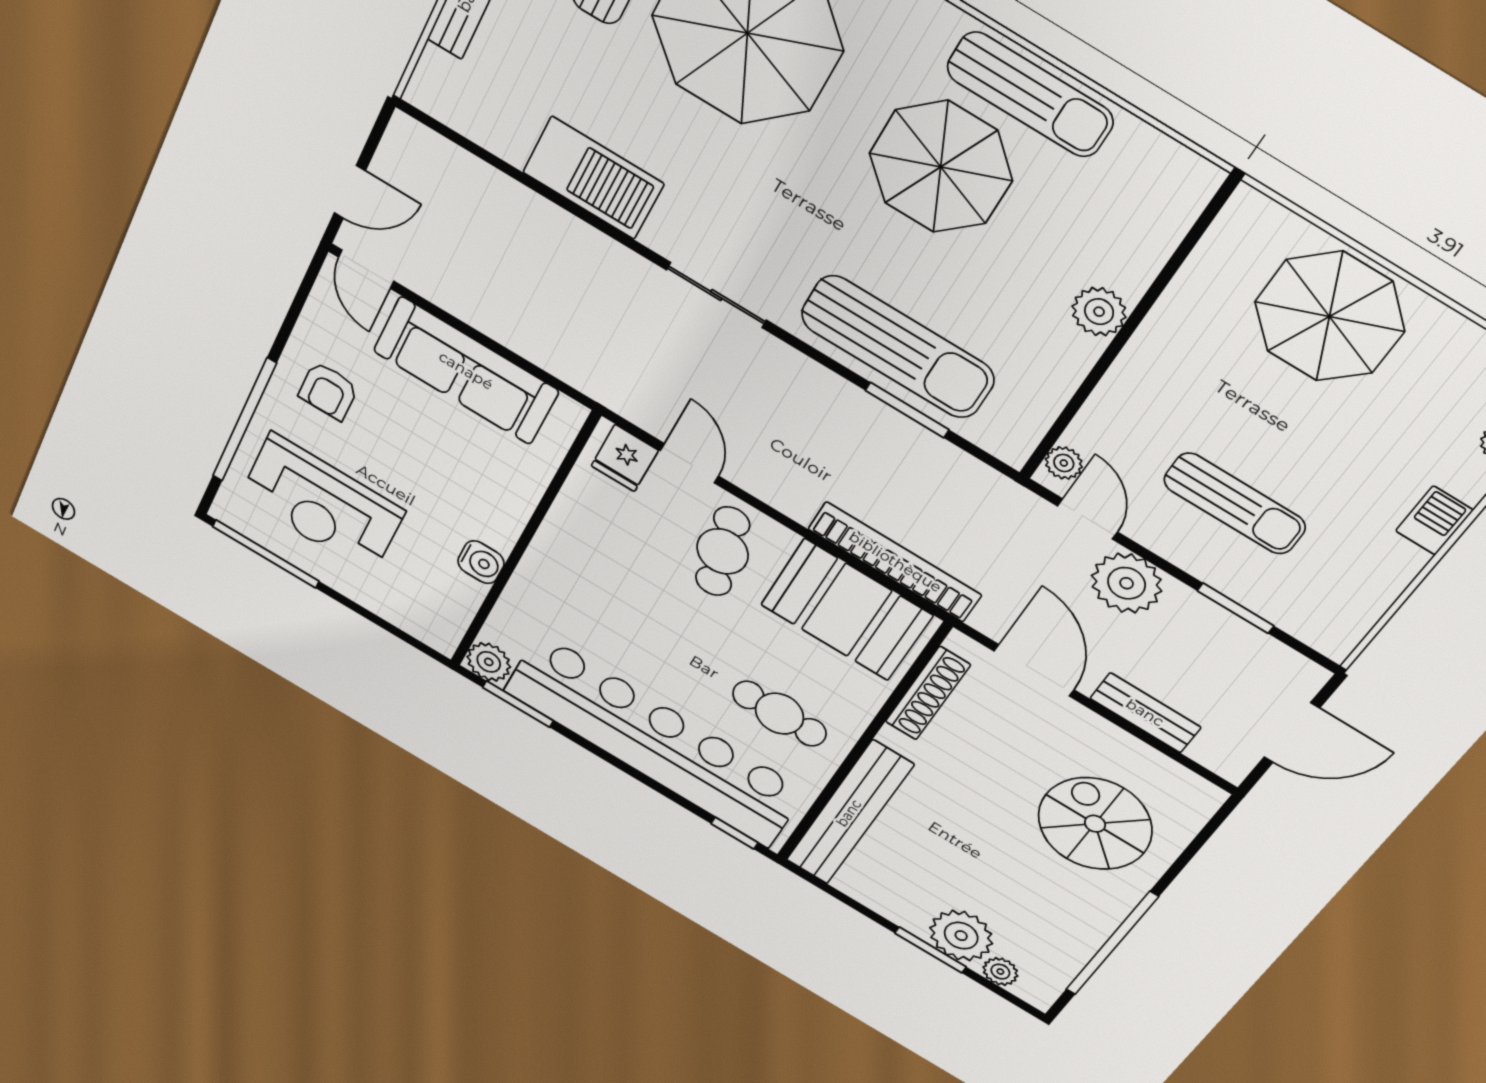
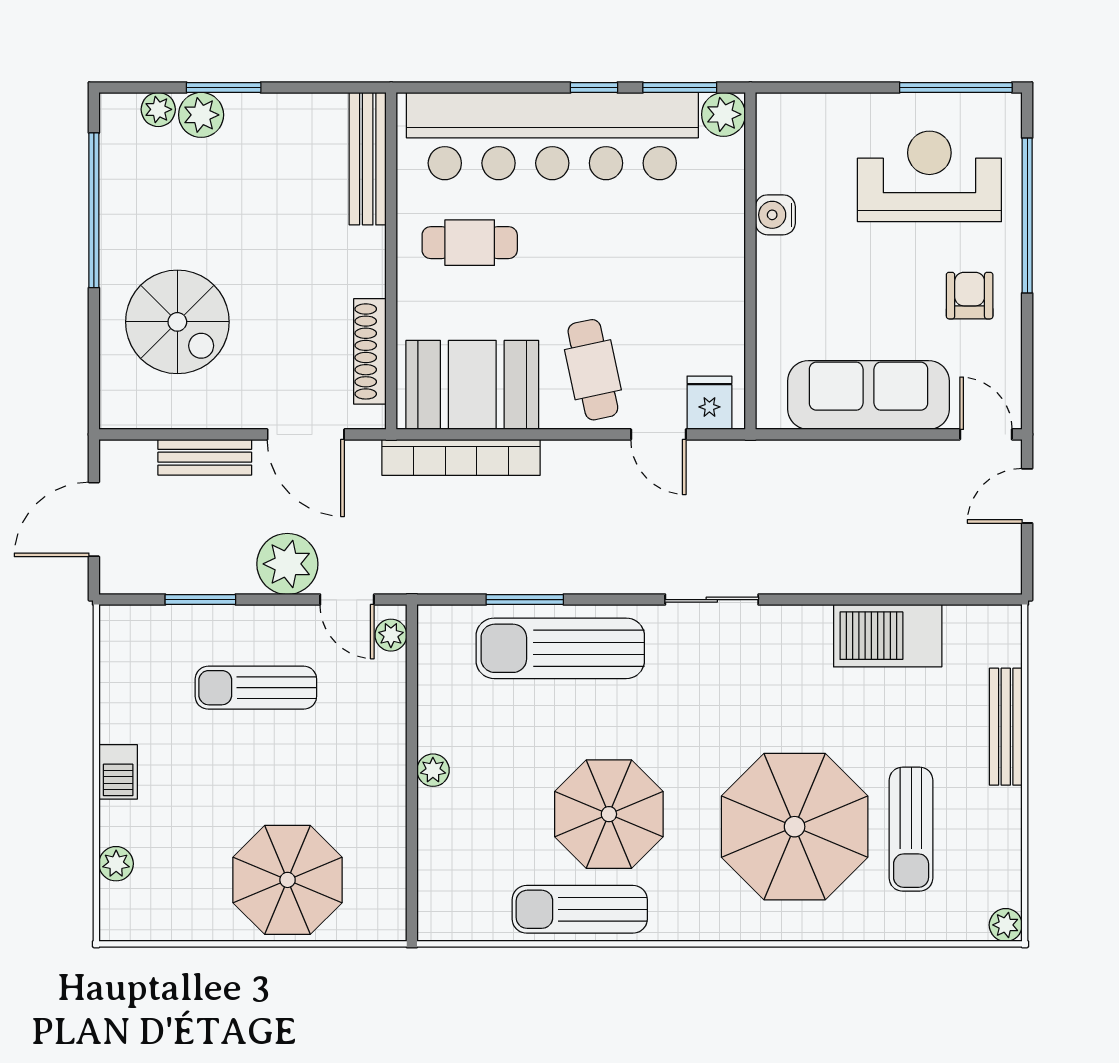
barbecue: (593, 178) -> (888, 636), moved
plant: (1099, 312) -> (433, 770), width x0.73, depth x0.73
bench: (849, 813) -> (368, 159), width x0.73, depth x0.82
window: (734, 833) -> (594, 87), moved
plant: (961, 936) -> (201, 115), width x0.73, depth x0.73

